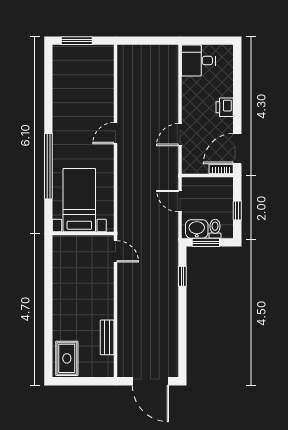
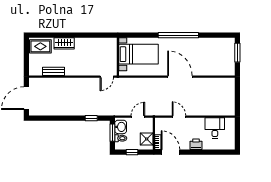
desk: (198, 61) -> (215, 128), moved
door: (115, 133) -> (180, 77), width x1.87
window: (48, 166) -> (178, 35), moved
shower: (216, 187) -> (147, 139), added
wardrobe: (62, 320) -> (64, 43), added

